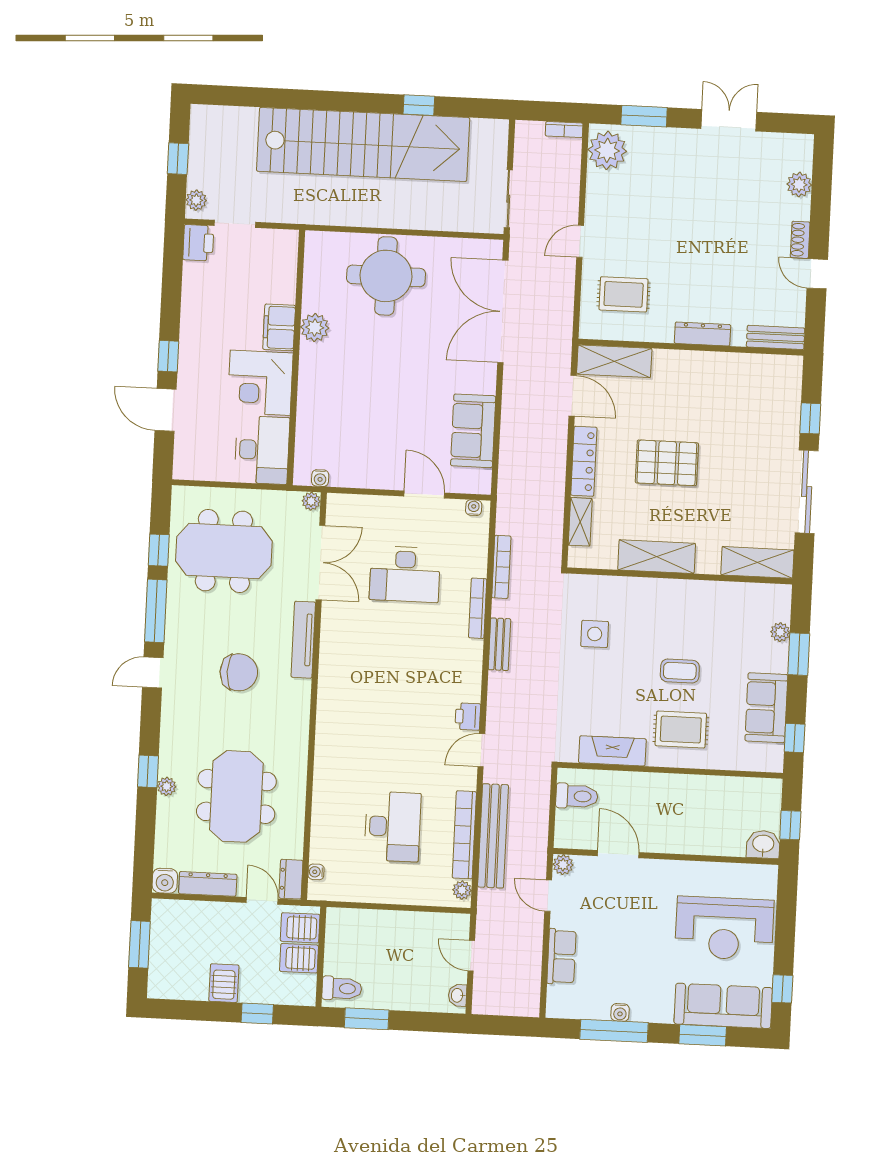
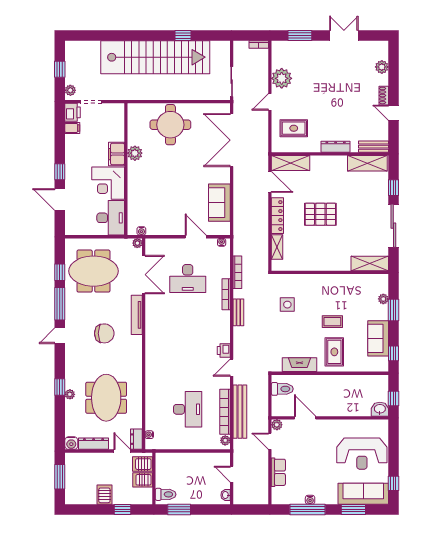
plant: (607, 150) -> (282, 78), moved
filing cabinet: (196, 273) -> (72, 128), added
shelving: (657, 557) -> (367, 163), moved
rug: (681, 730) -> (334, 352), turned 90

